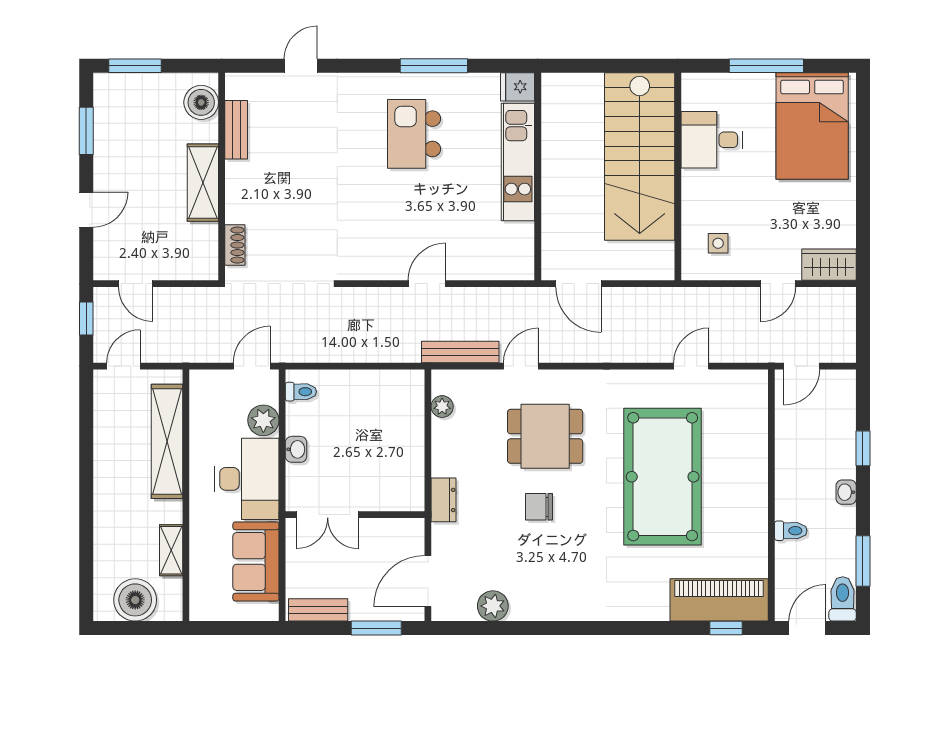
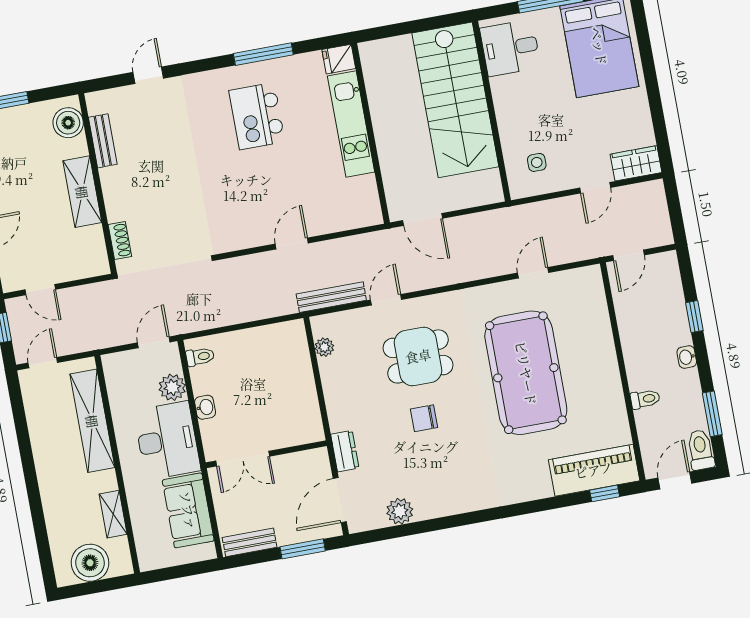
desk: (712, 140) -> (510, 48), moved
dresser: (443, 500) -> (345, 451), moved

